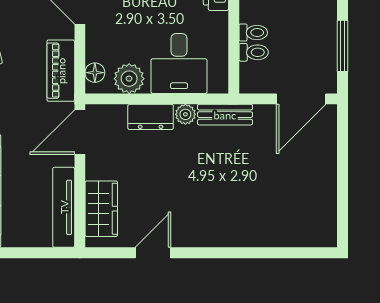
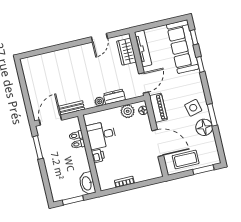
desk: (179, 64) -> (101, 135), moved, turned -90
bench: (225, 115) -> (72, 108), moved

